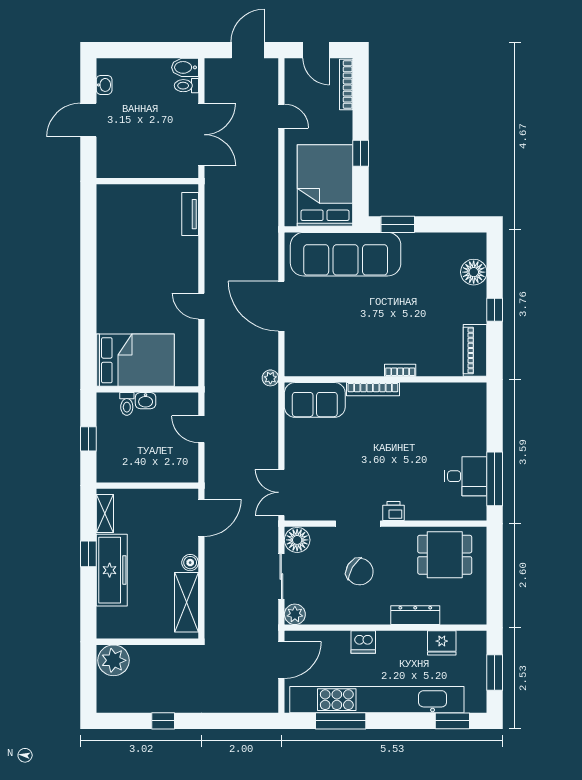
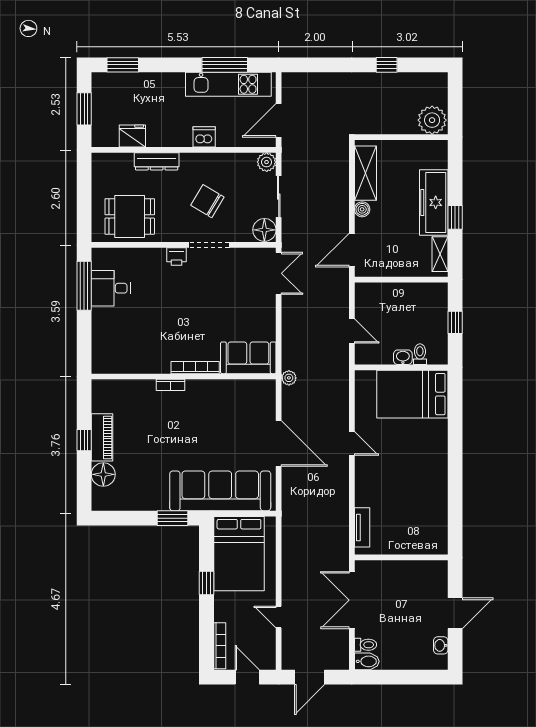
piano: (475, 350) -> (102, 437), moved
kitchen unit: (377, 700) -> (228, 84), width x0.54

